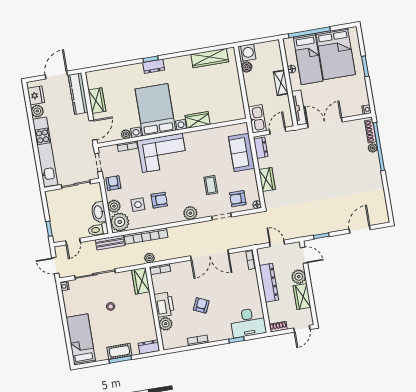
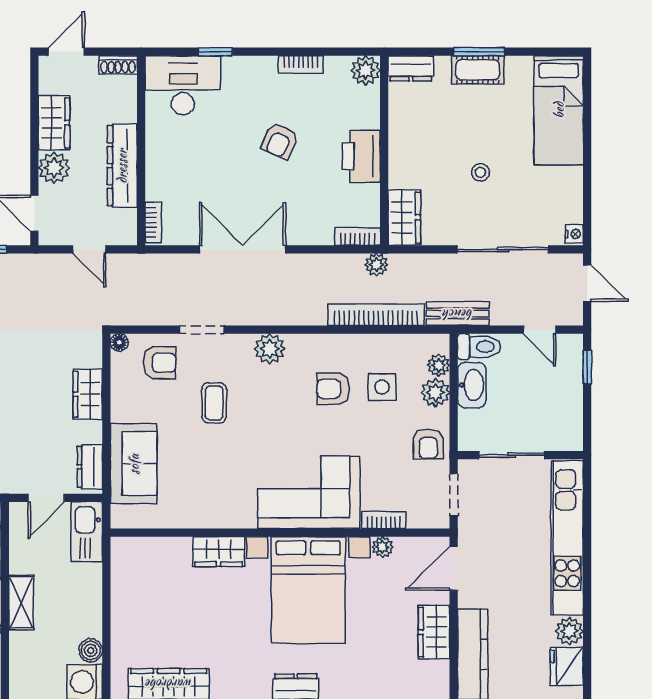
plant: (120, 222) -> (439, 365), width x0.53, depth x0.53
door: (73, 242) -> (539, 330), swing flipped
plant: (166, 324) -> (366, 70), moved

